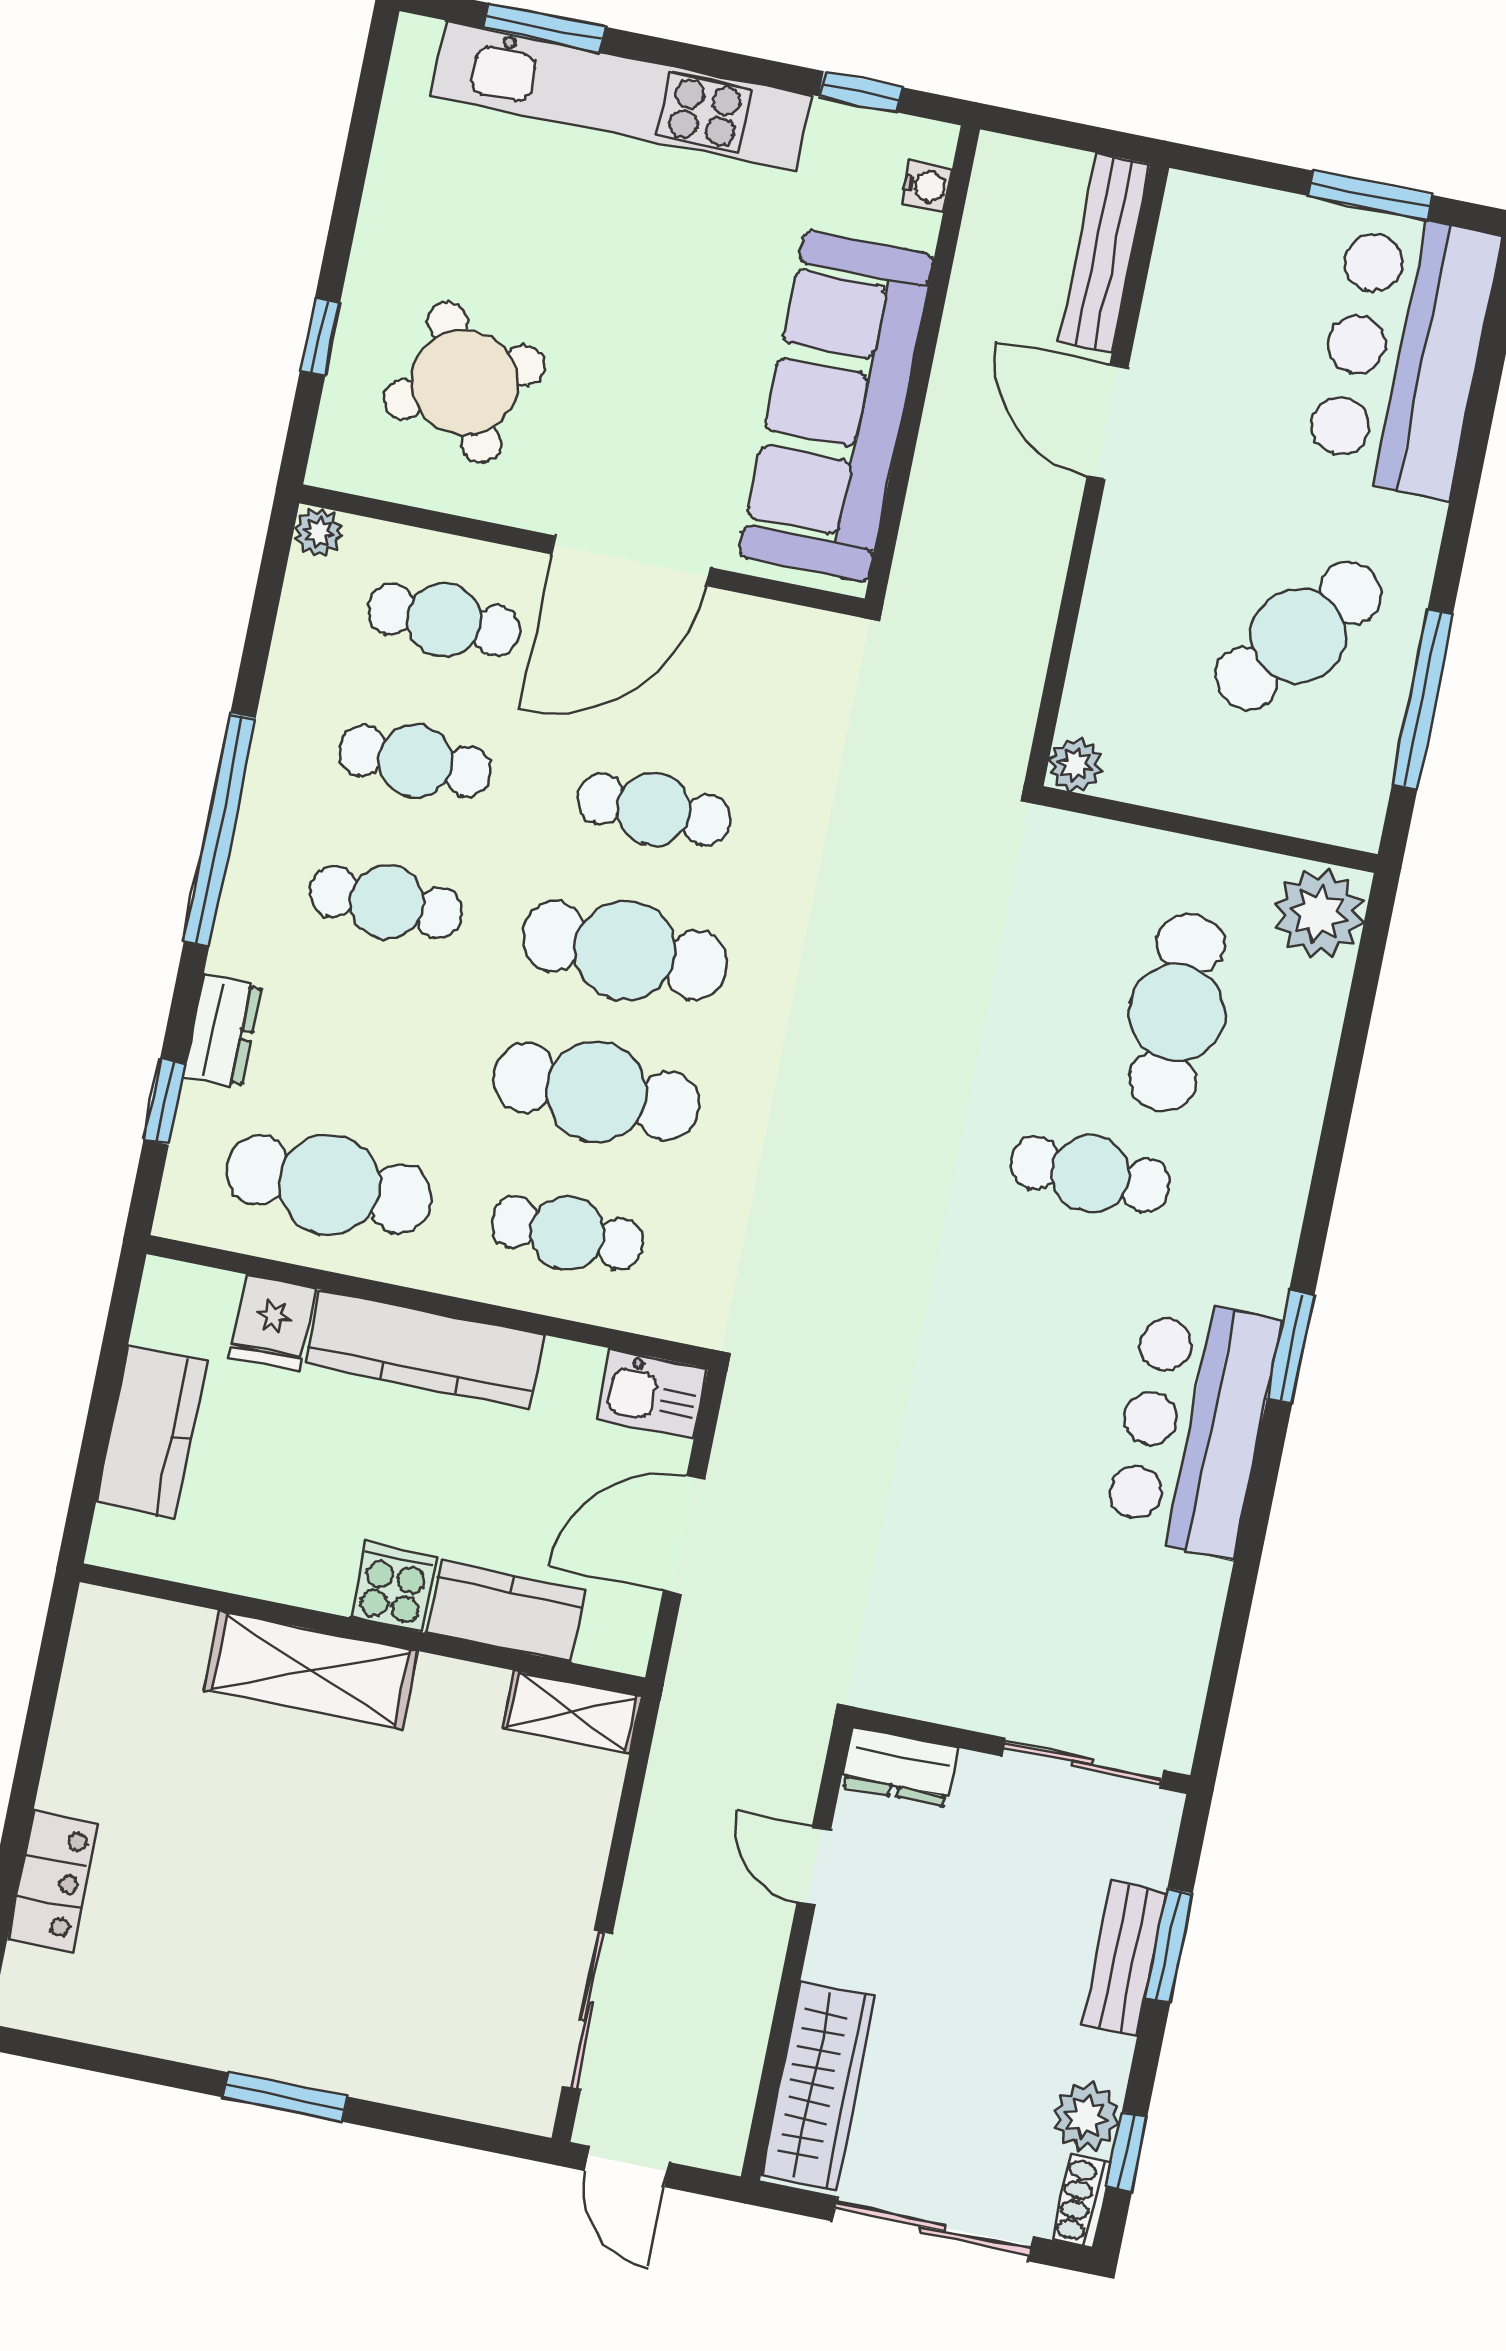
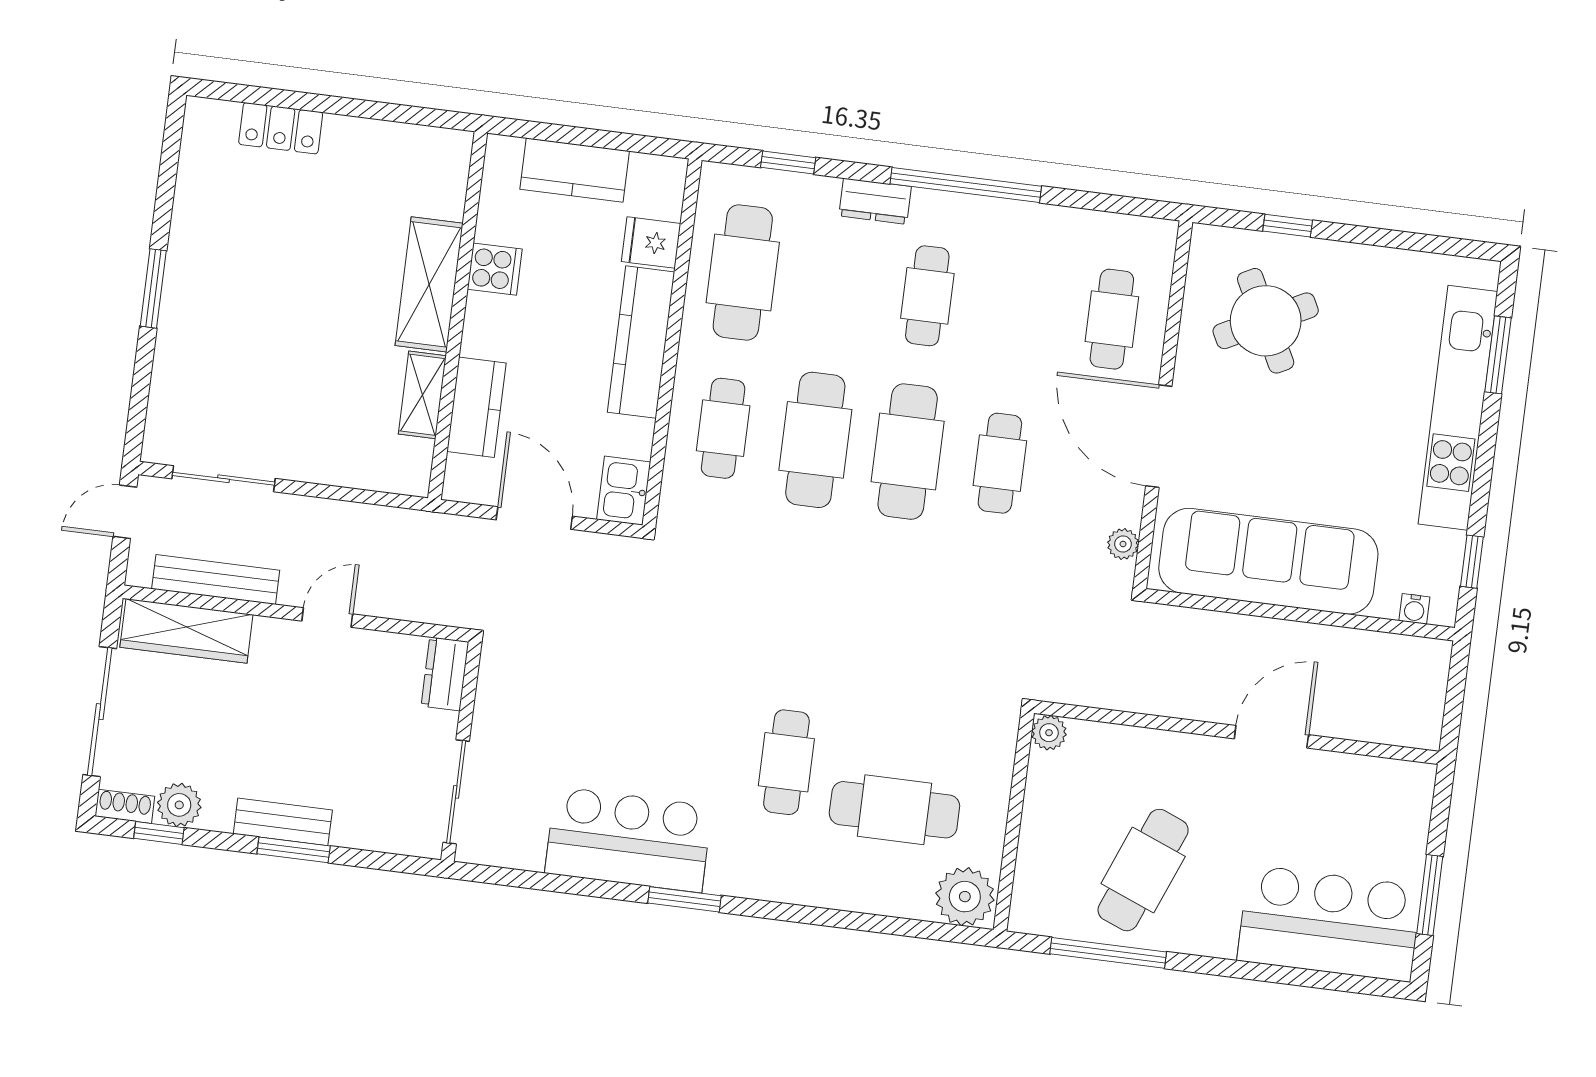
bench: (1105, 253) -> (216, 580), moved
plant: (318, 532) -> (1123, 544), moved
cafe table: (1299, 635) -> (1143, 870), turned 73
cafe table: (415, 761) -> (1020, 307), removed
dresser: (222, 1031) -> (875, 201), moved
cooker: (394, 1587) -> (495, 269), moved
shelving: (572, 1712) -> (422, 395), moved
wall: (1021, 1751) -> (461, 752), moved
sliding door: (1083, 1763) -> (456, 792), moved
dresser: (899, 1767) -> (445, 674), moved

